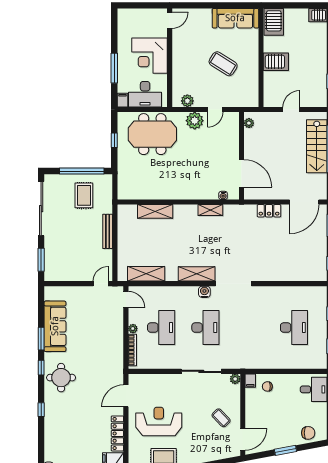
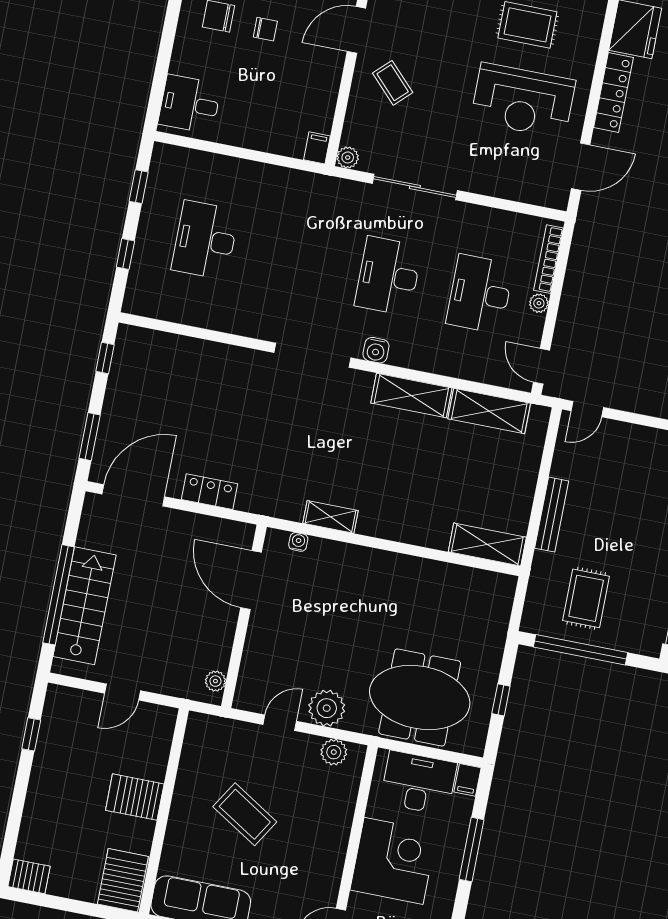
shelving: (155, 211) -> (487, 545), moved
shelving: (197, 274) -> (411, 395), moved
chair: (267, 386) -> (265, 29), moved

